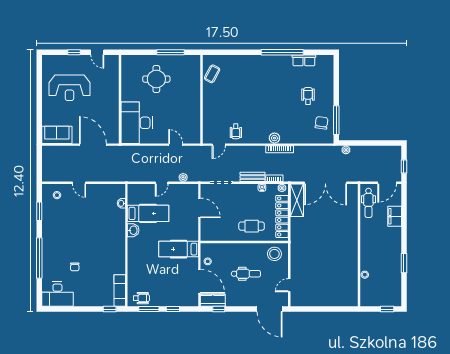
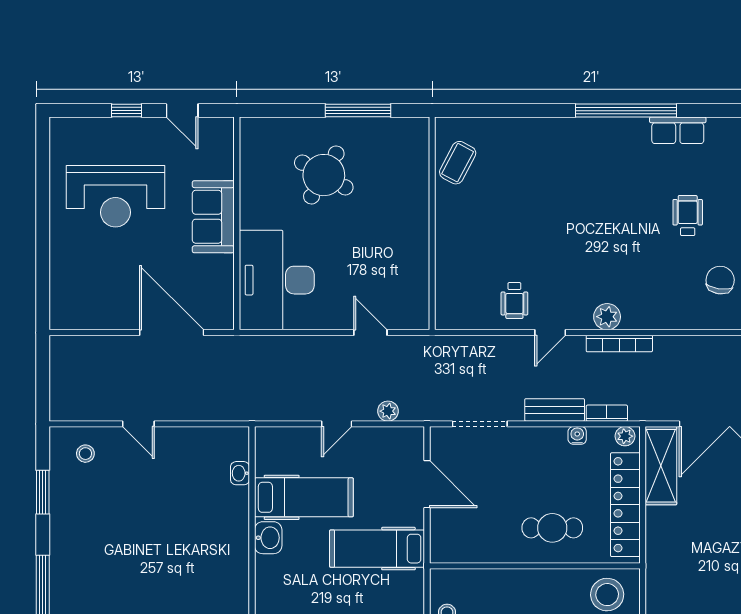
round table: (156, 79) -> (324, 175), turned 30
sofa: (57, 135) -> (213, 217), moved, turned -90
door: (219, 145) -> (550, 333), moved
hospital bed: (179, 249) -> (377, 549), moved

